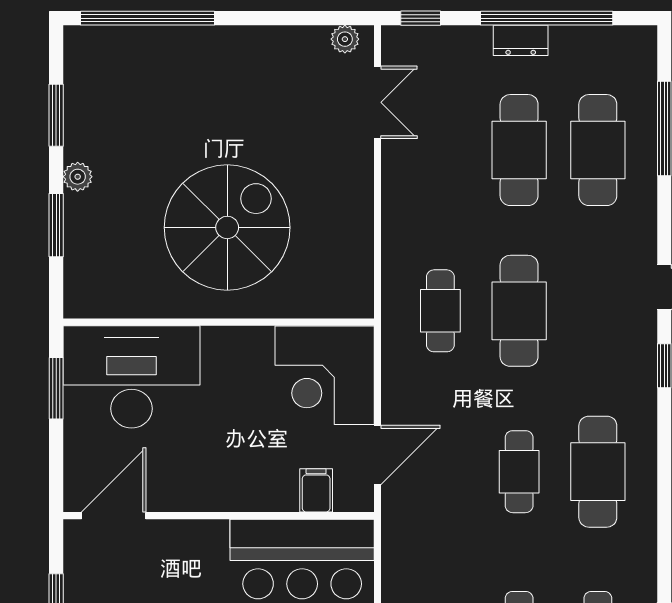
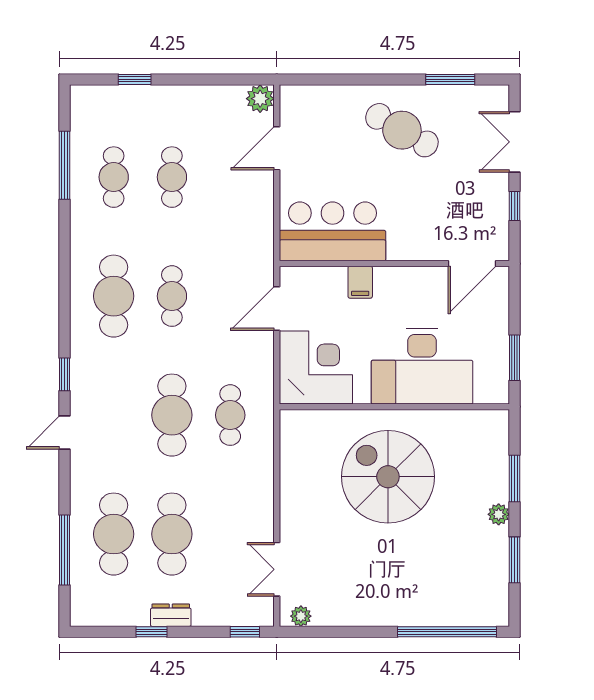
window: (547, 18) -> (152, 632), width x0.32
spiral stairs: (227, 227) -> (388, 477), turned 90
desk: (132, 377) -> (422, 366), moved
filing cabinet: (316, 490) -> (360, 282), moved

